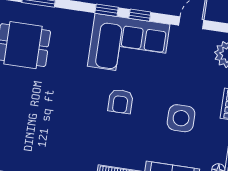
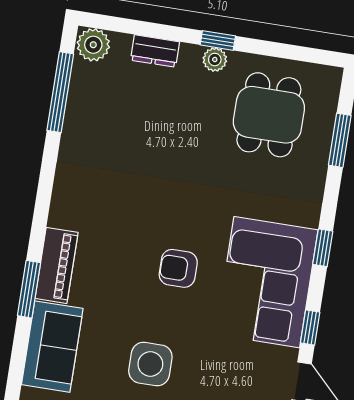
window: (140, 15) -> (310, 328), moved

